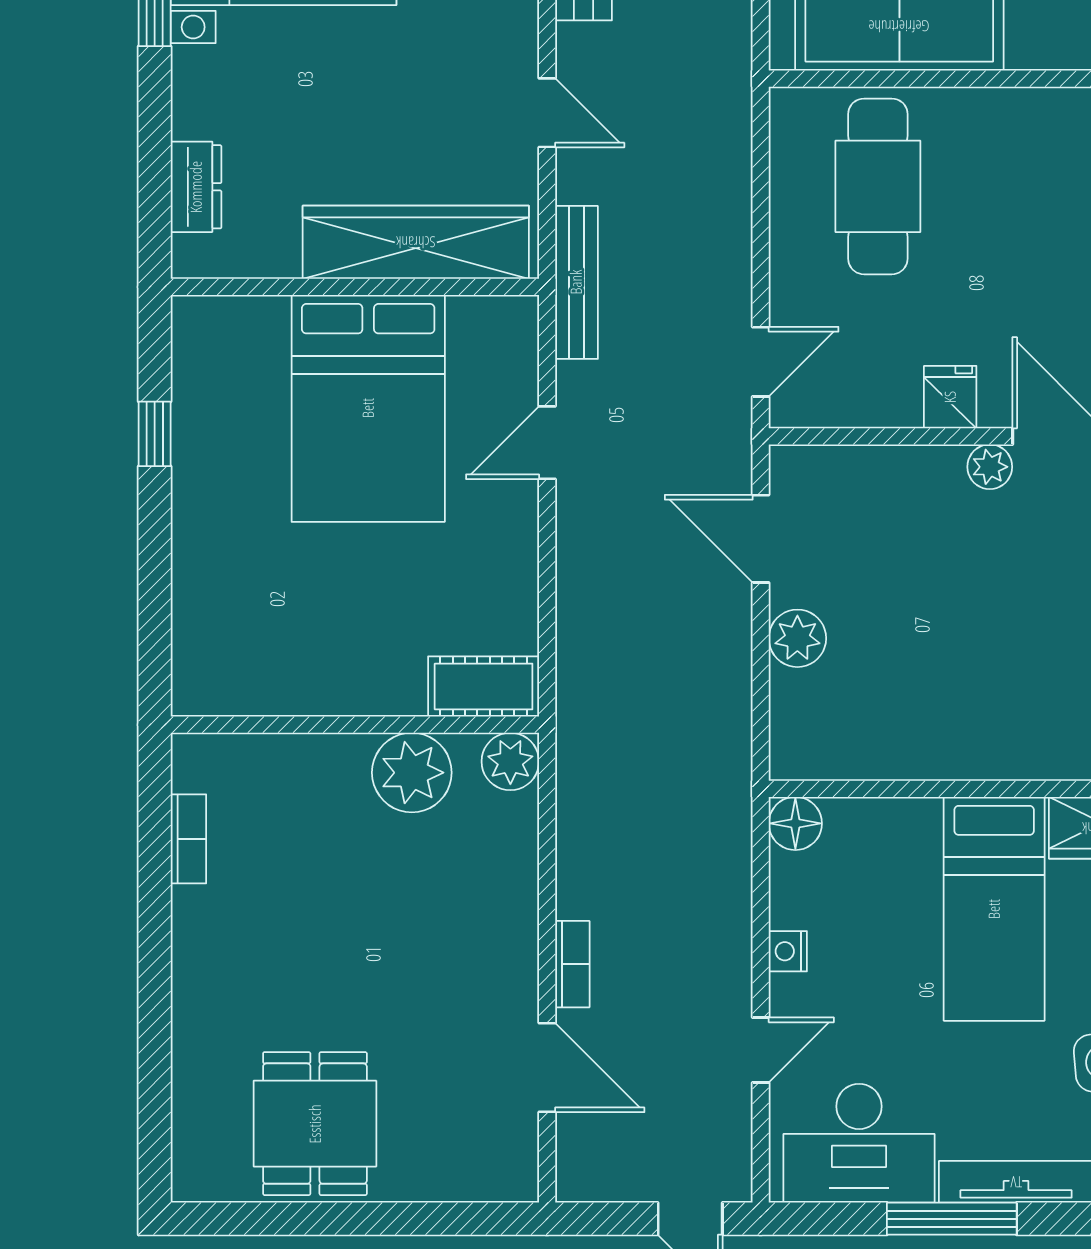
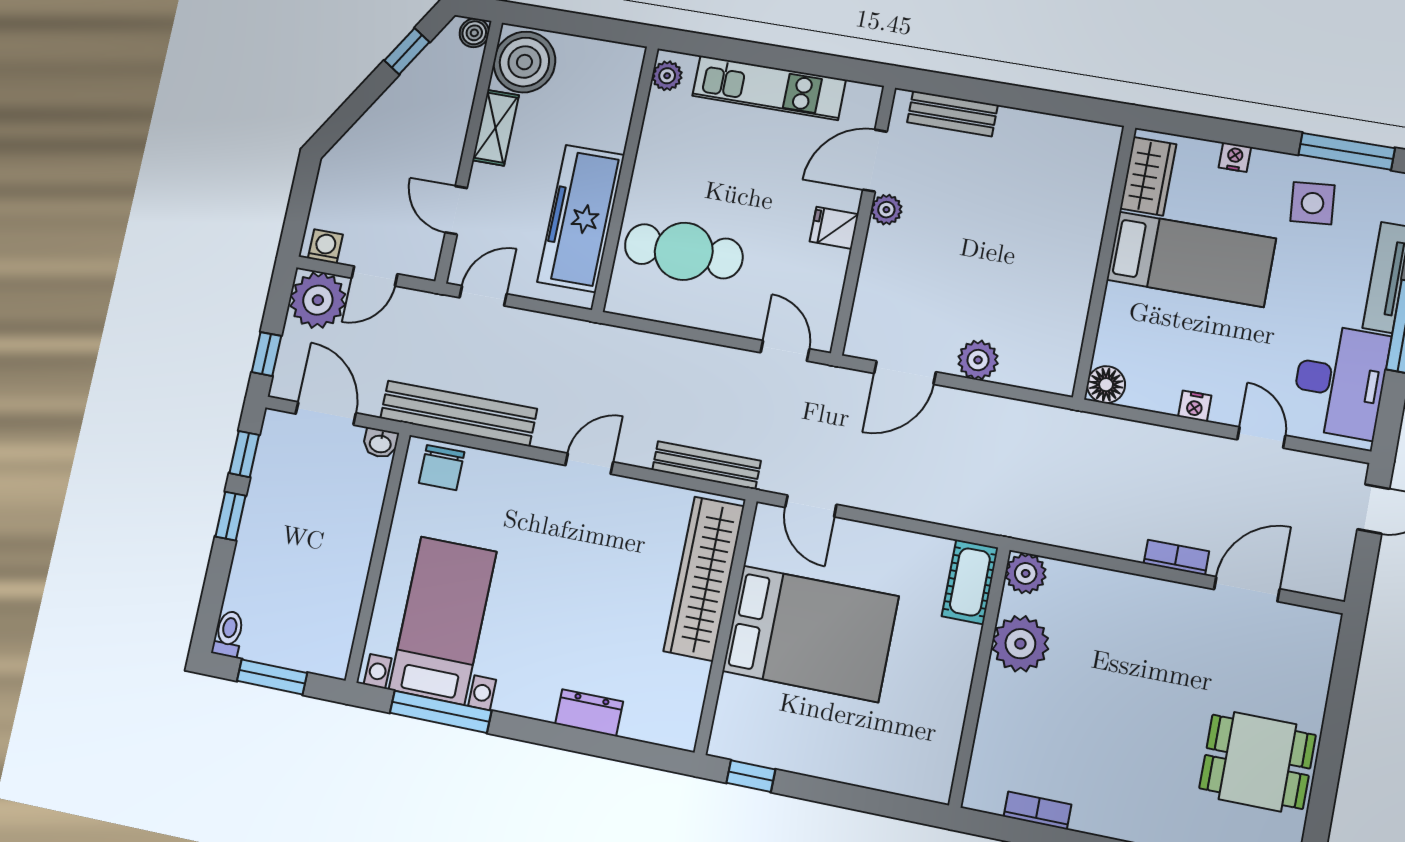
wardrobe: (416, 242) -> (704, 579), moved
wall: (355, 287) -> (726, 626), moved
bed: (368, 408) -> (810, 634), moved

